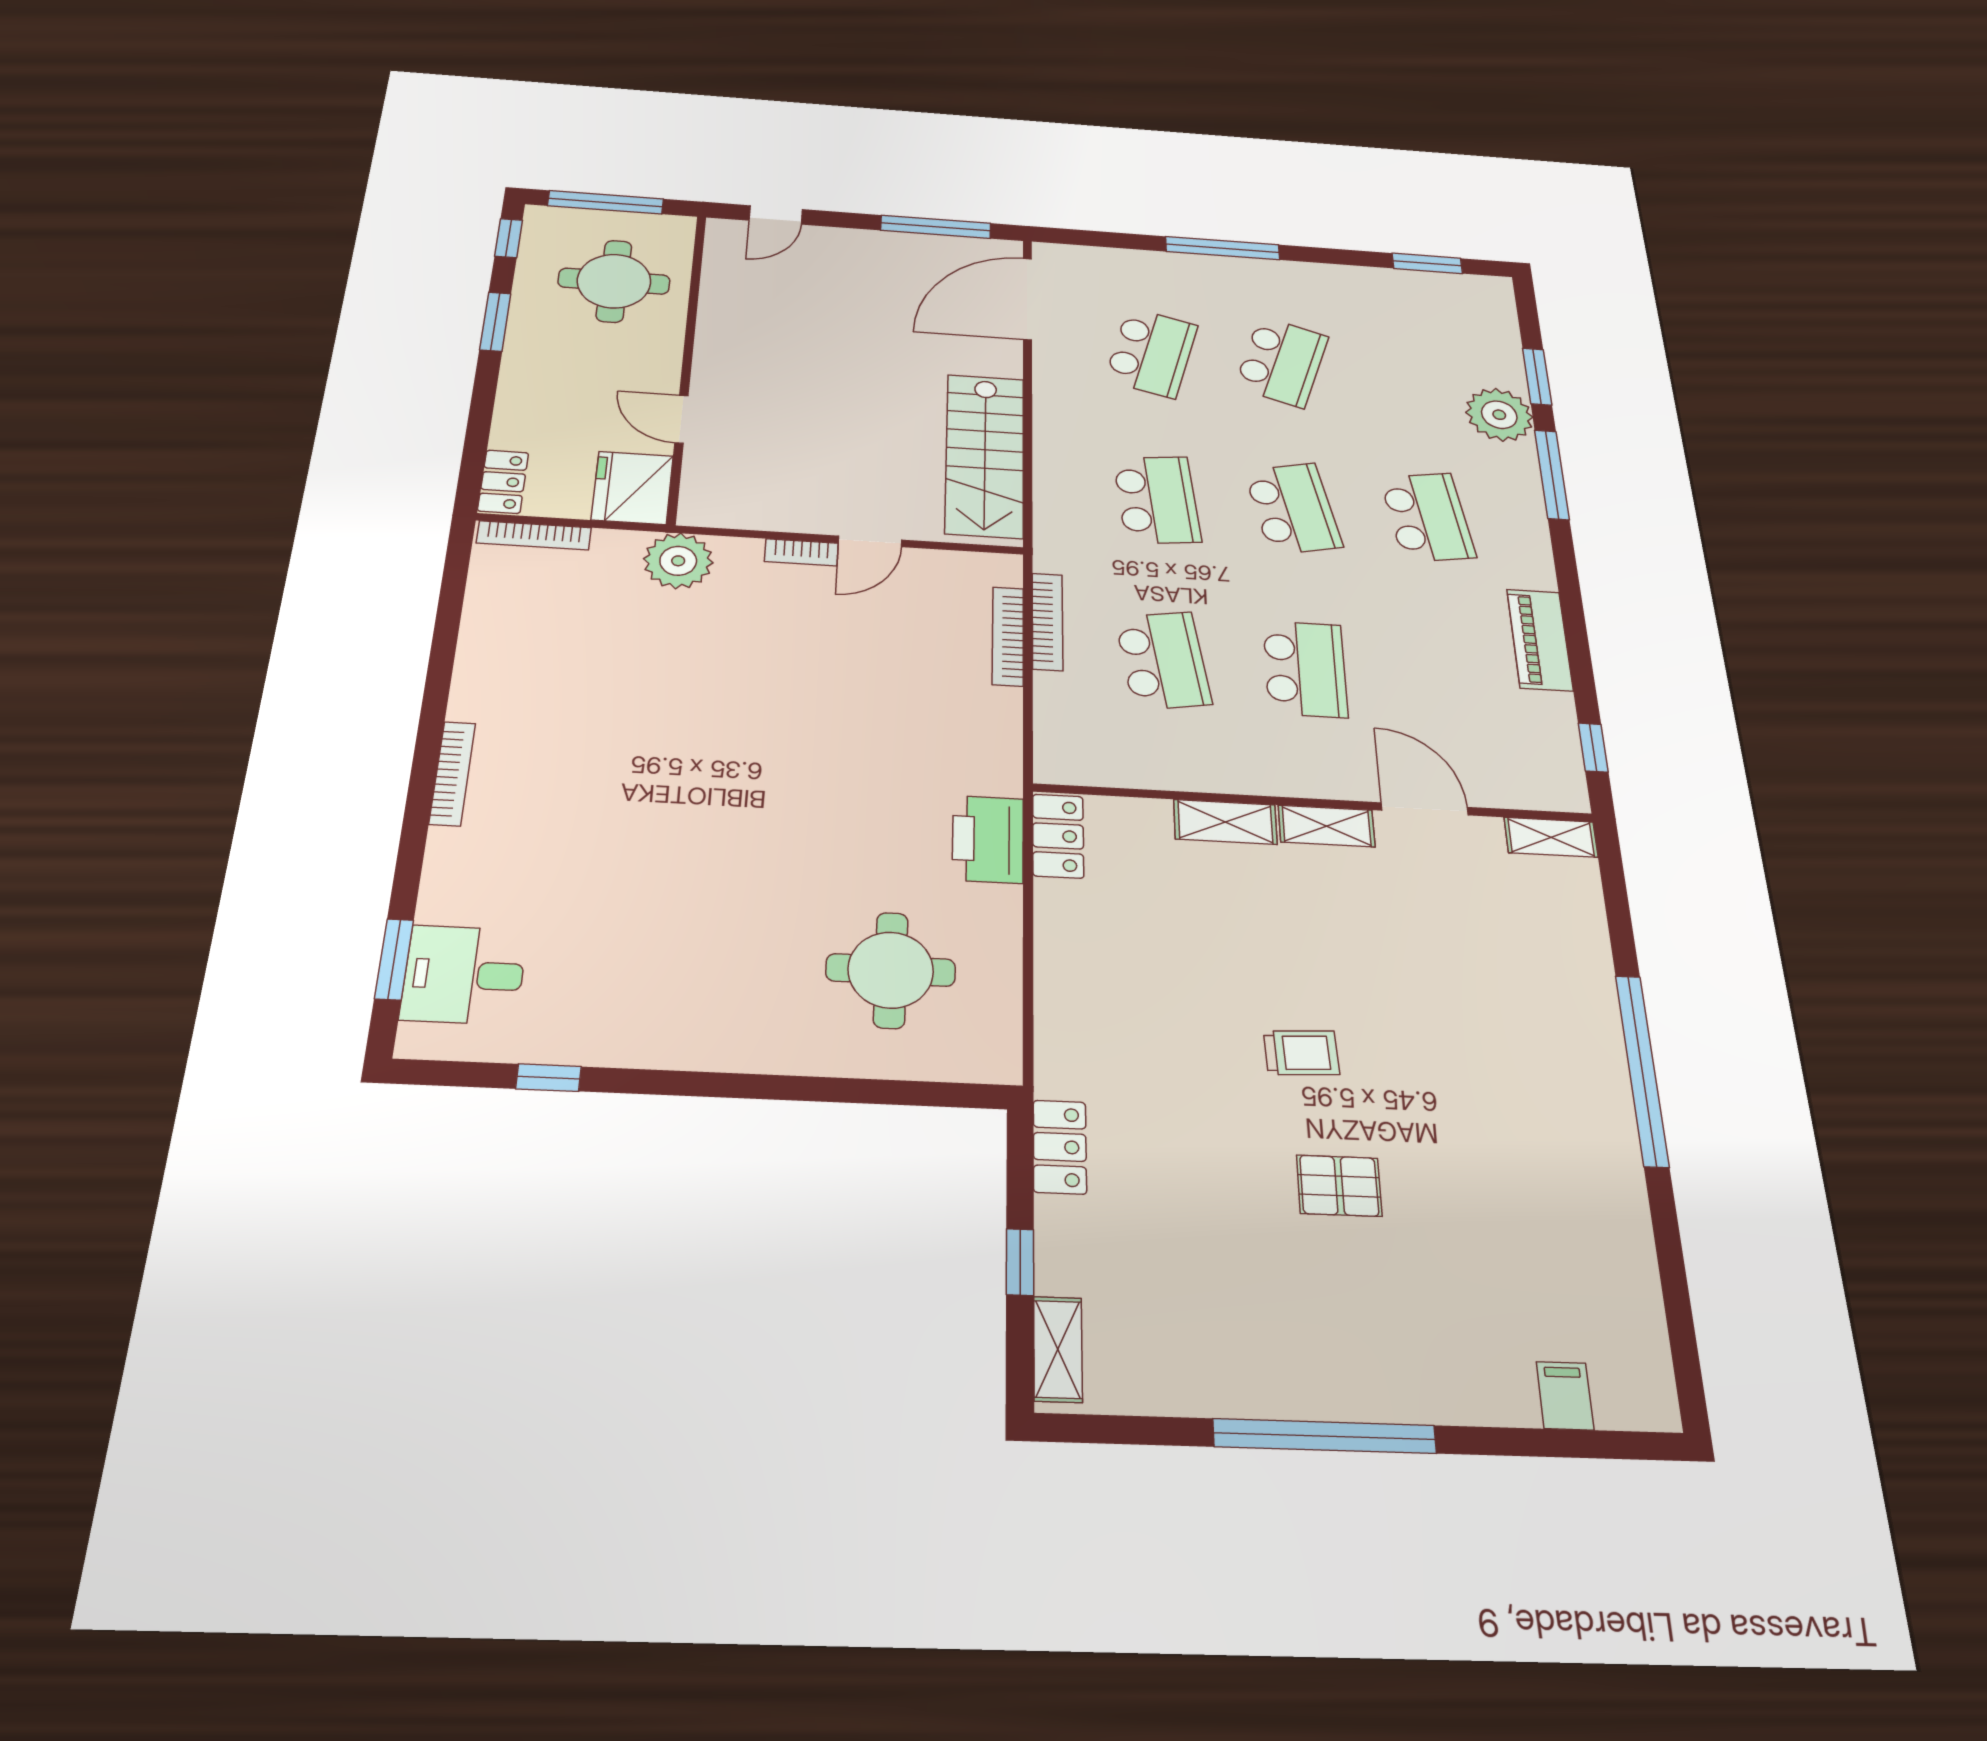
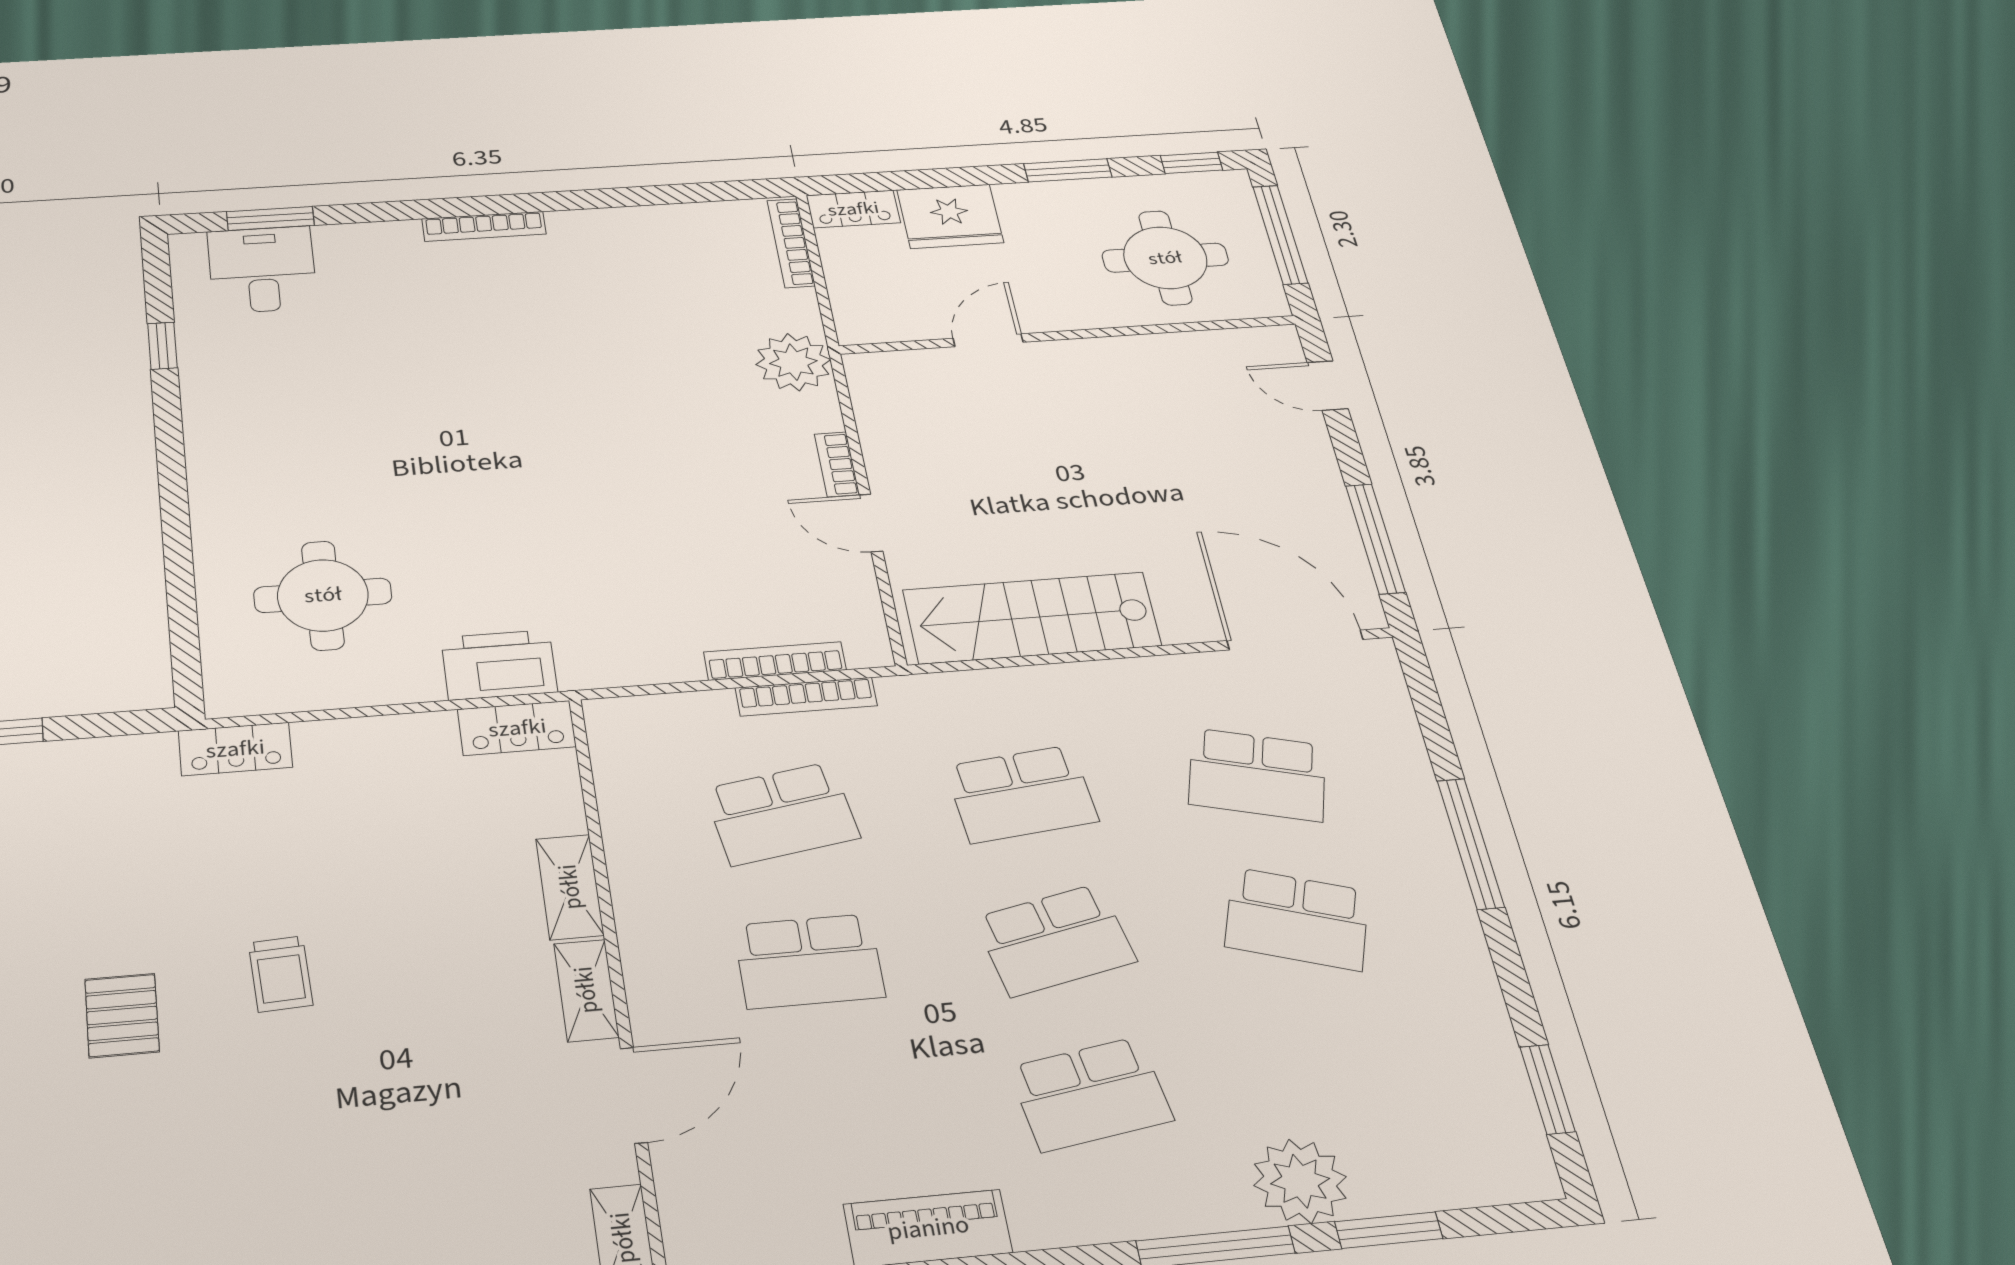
fridge: (632, 488) -> (950, 216), moved, turned 180
locker: (1060, 1147) -> (235, 749), moved

